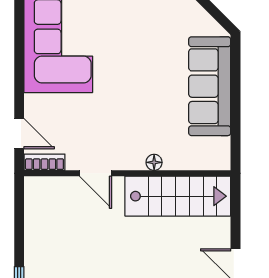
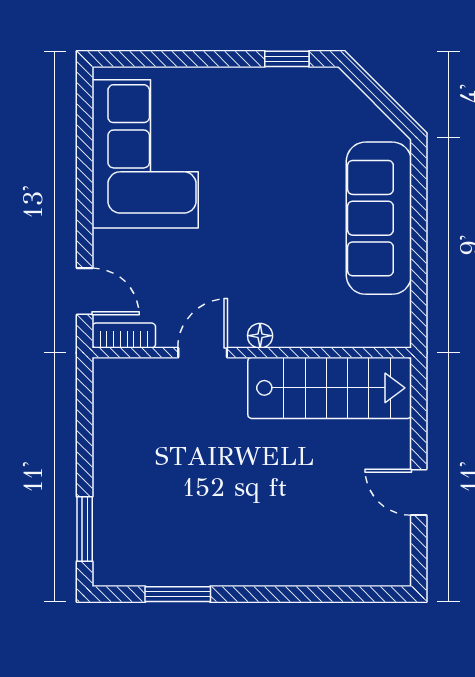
floor lamp: (154, 162) -> (260, 336), moved
door: (96, 173) -> (203, 353), swing flipped

